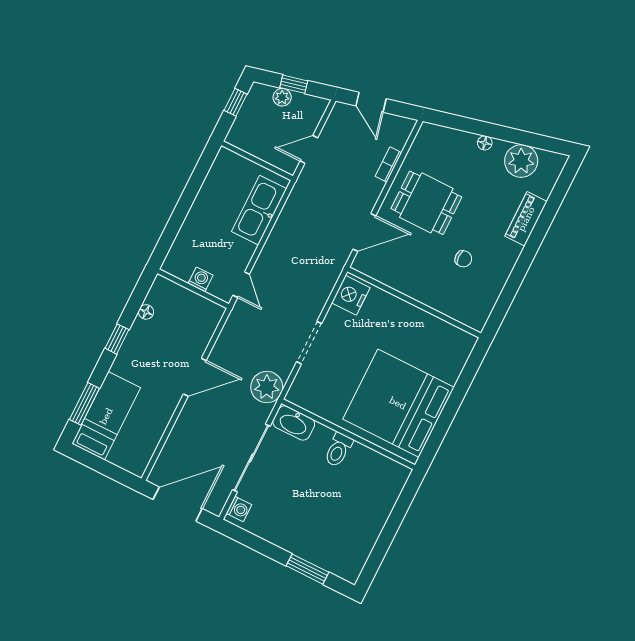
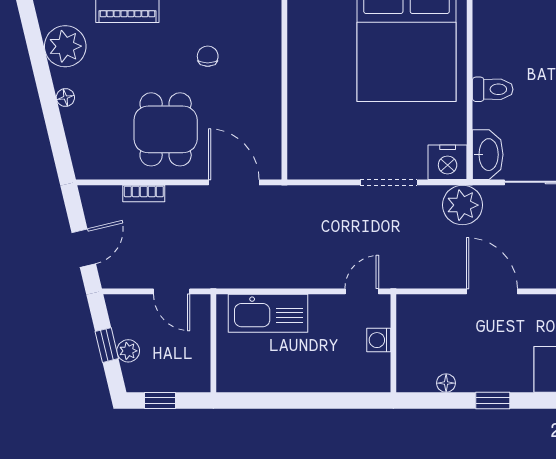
nightstand: (351, 295) -> (448, 162), moved

